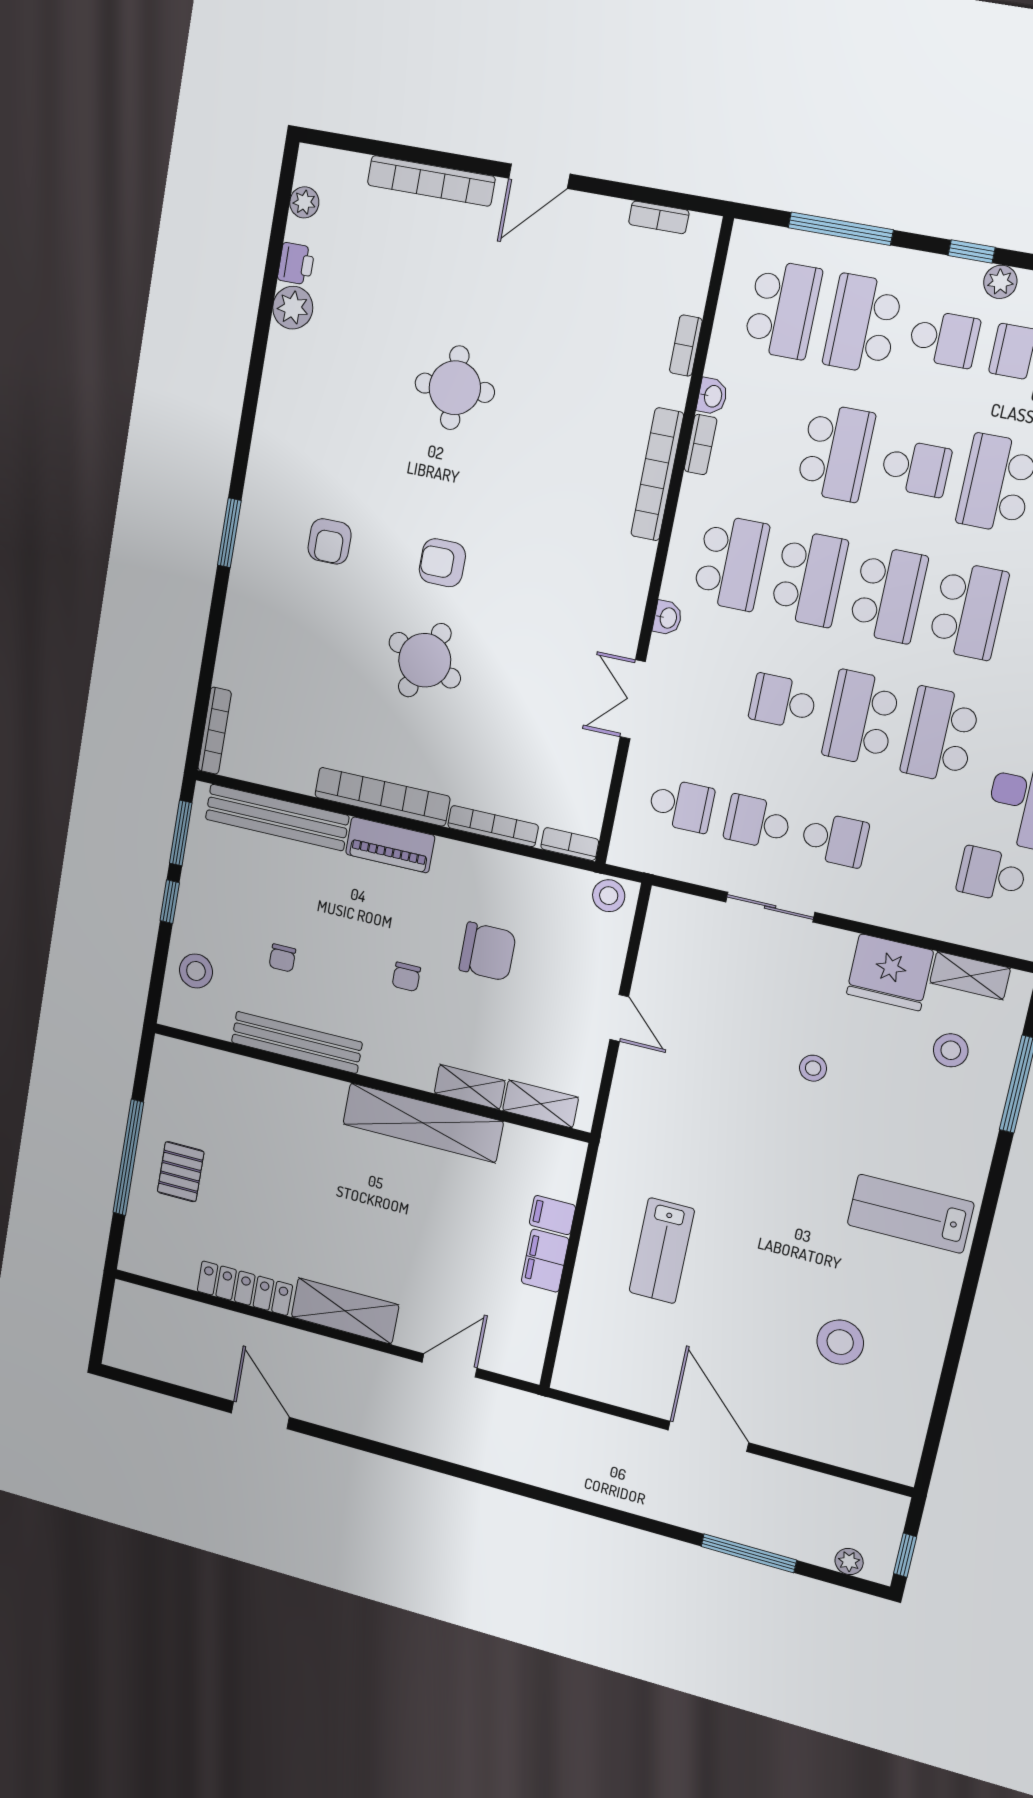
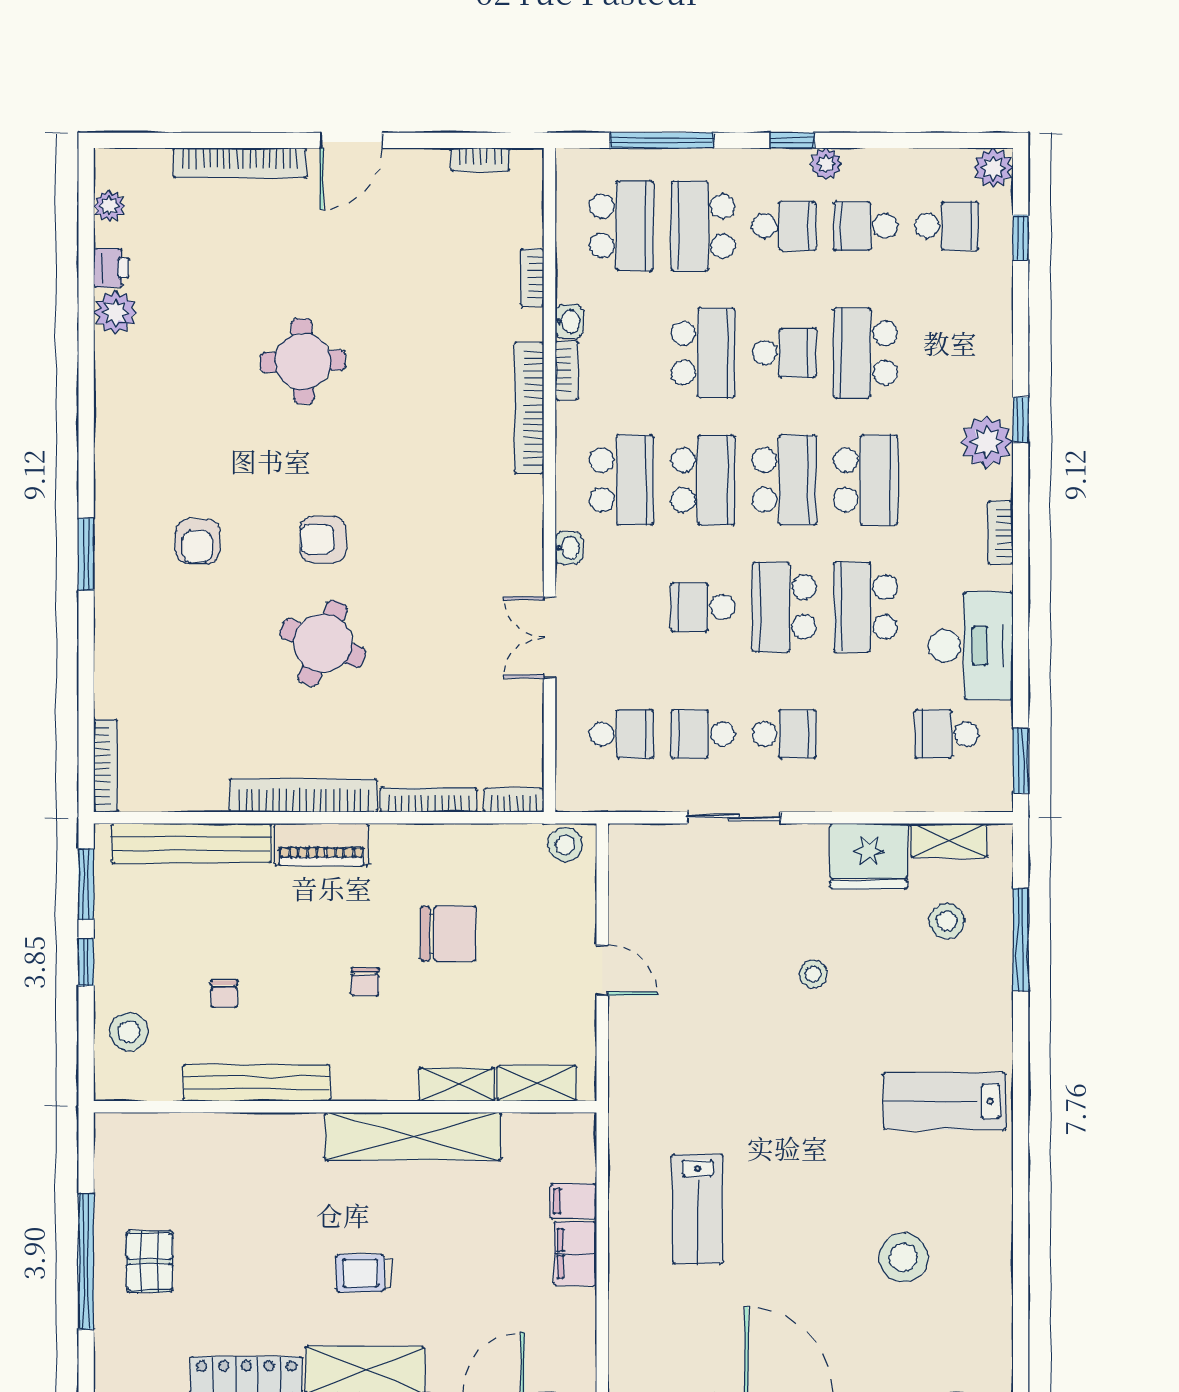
trolley: (359, 1229) -> (364, 1273), added

